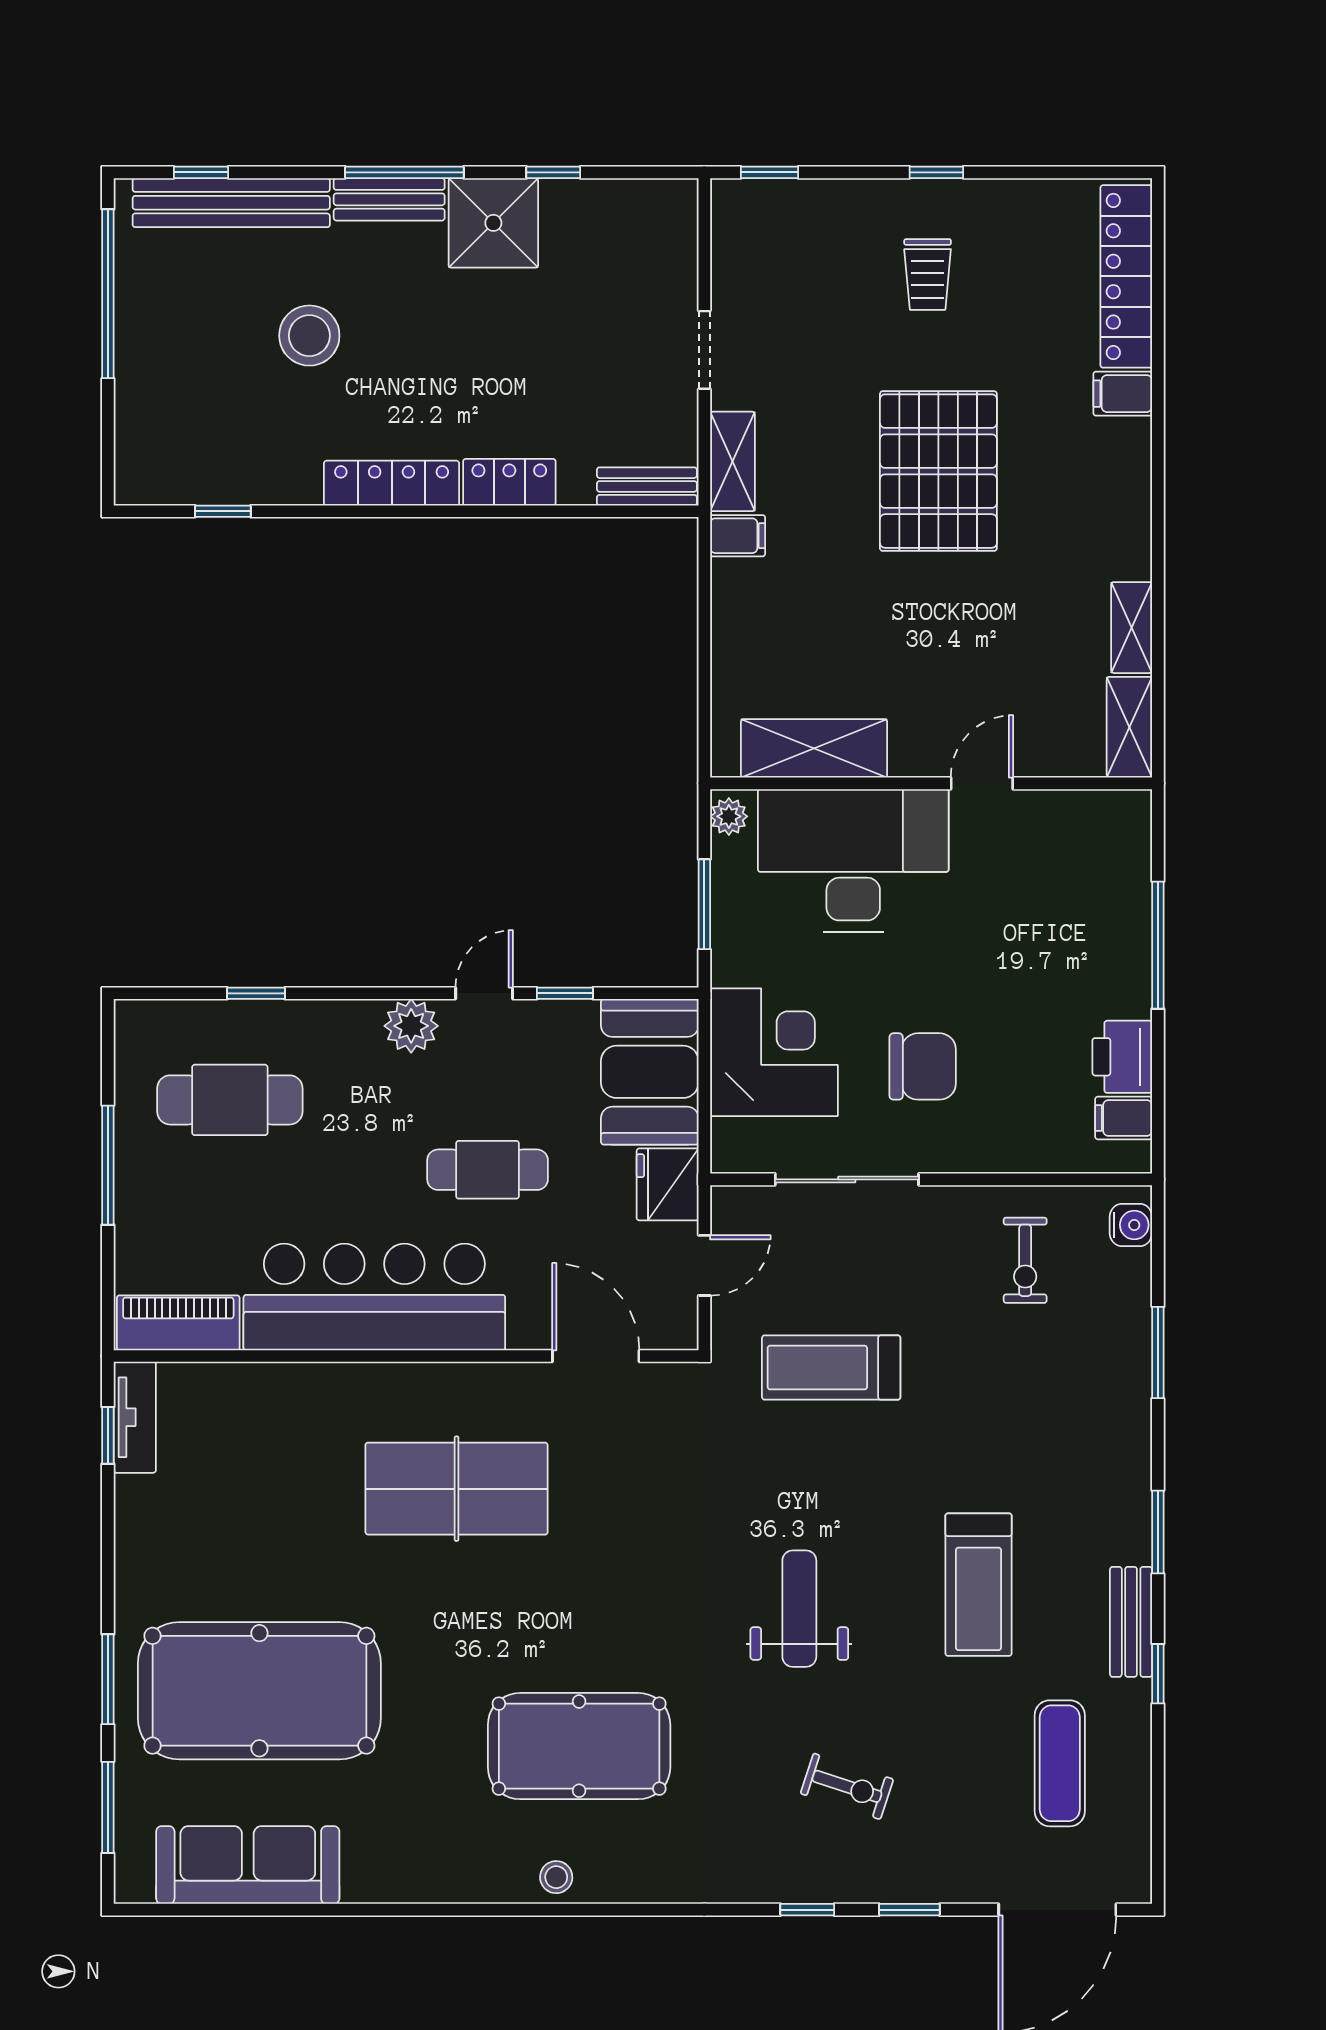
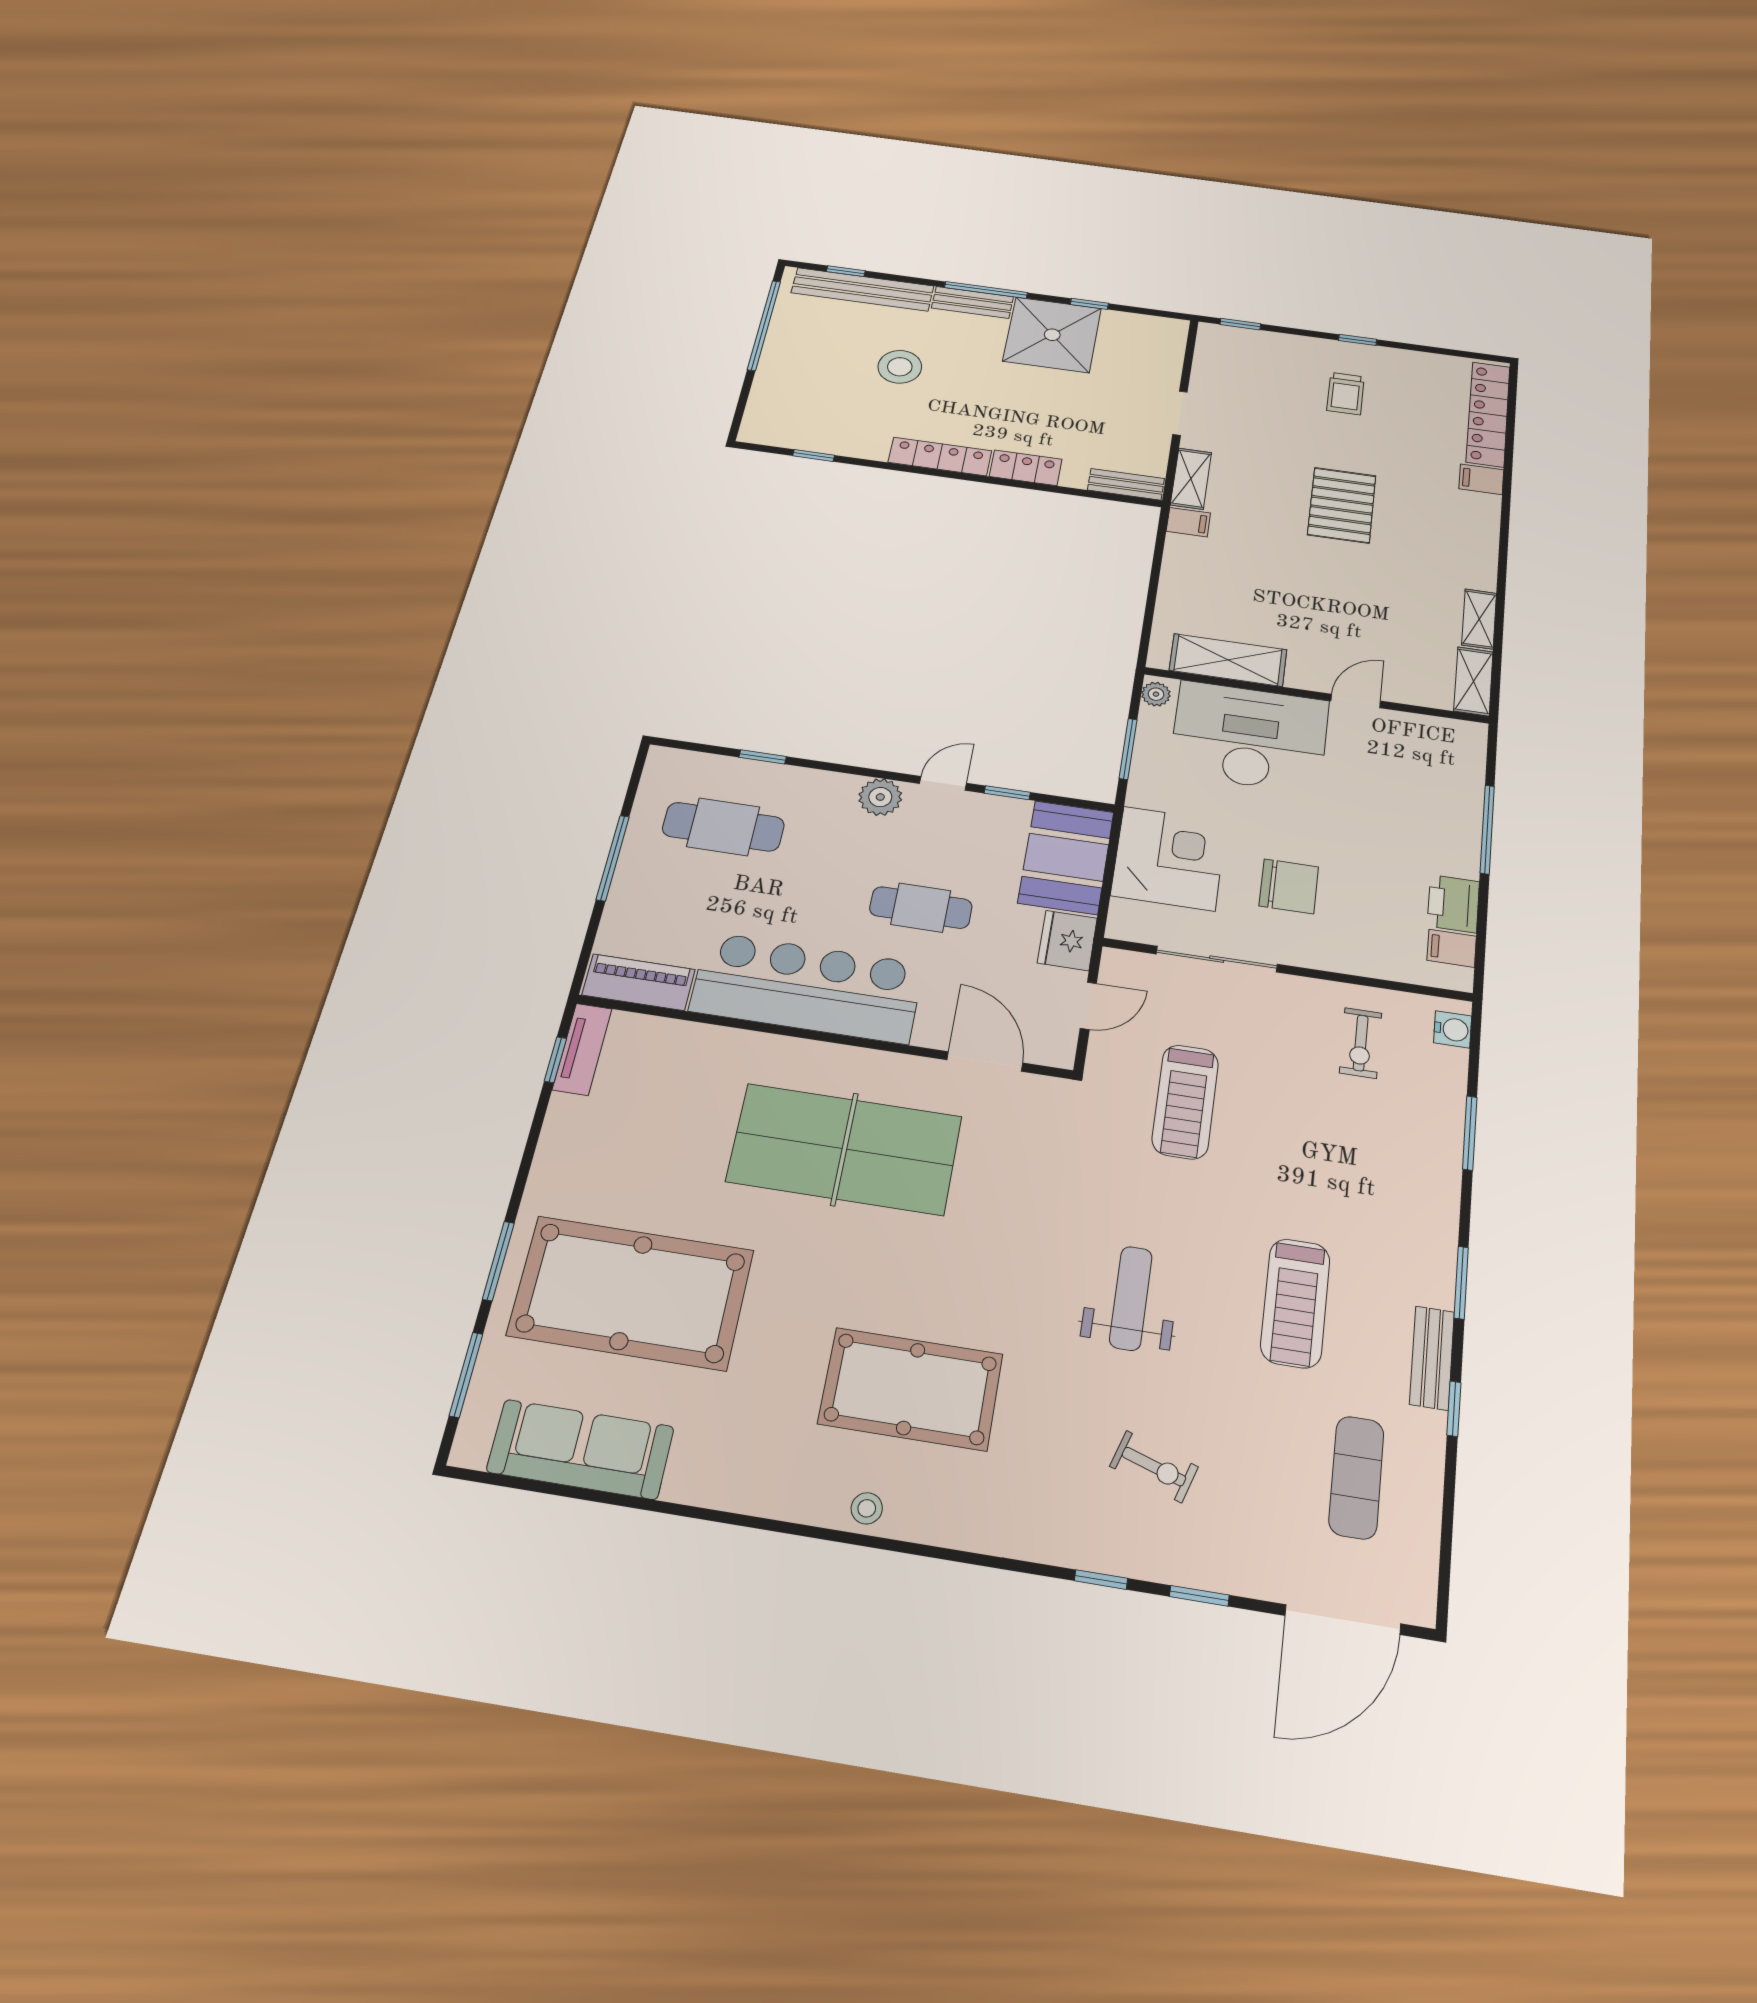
shower: (493, 223) -> (1052, 335), width x1.37, depth x1.37
pallet: (938, 471) -> (1342, 505), width x0.73, depth x0.71
treadmill: (831, 1368) -> (1185, 1102), turned -90
table tennis table: (457, 1489) -> (844, 1149), width x1.36, depth x1.32

